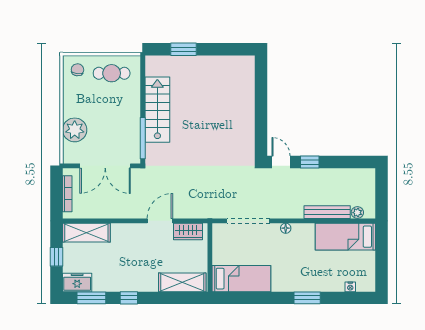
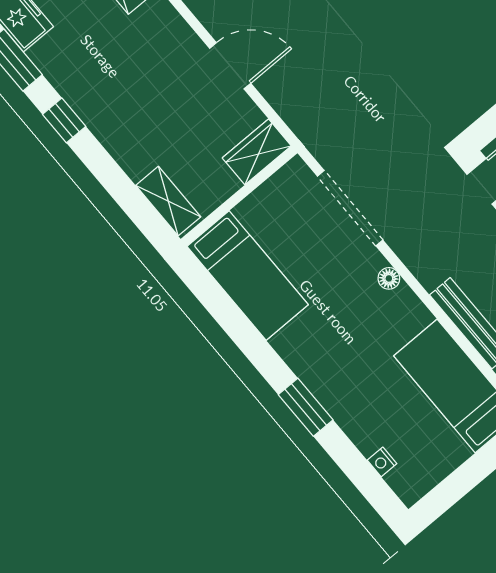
wardrobe: (188, 231) -> (257, 152), moved, turned 90
shelving: (182, 282) -> (168, 201), width x0.67, depth x0.75

